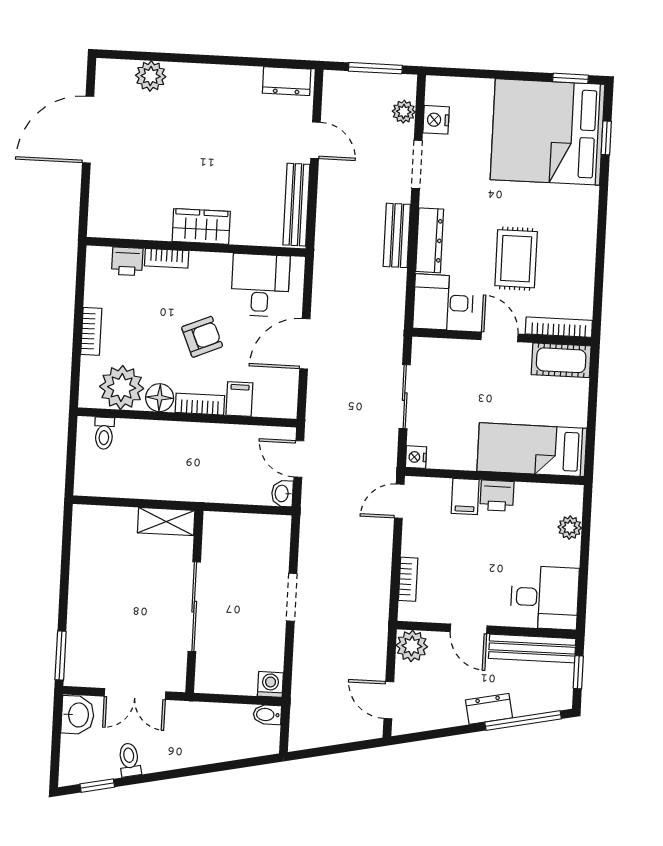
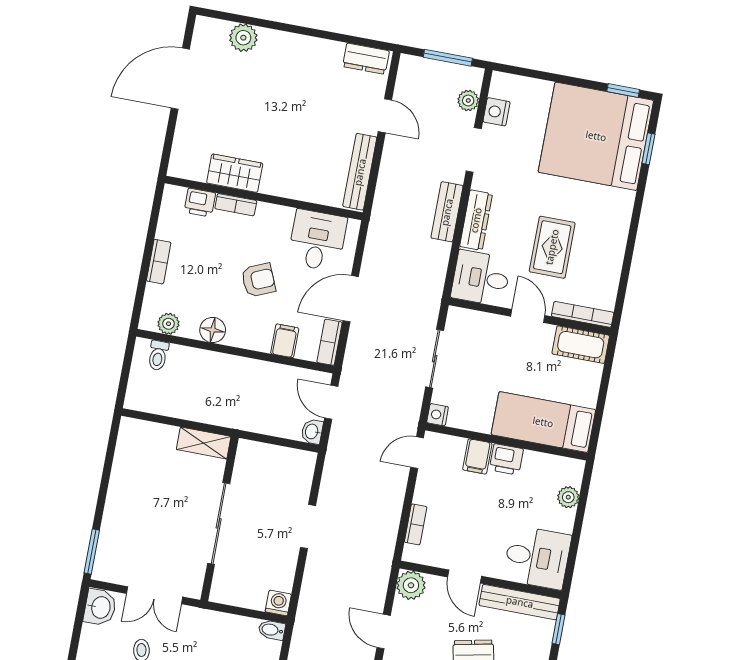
wardrobe: (201, 226) -> (235, 173), moved
plant: (122, 387) -> (168, 324), width x0.53, depth x0.53
bookcase: (200, 404) -> (329, 342), moved, turned -90

